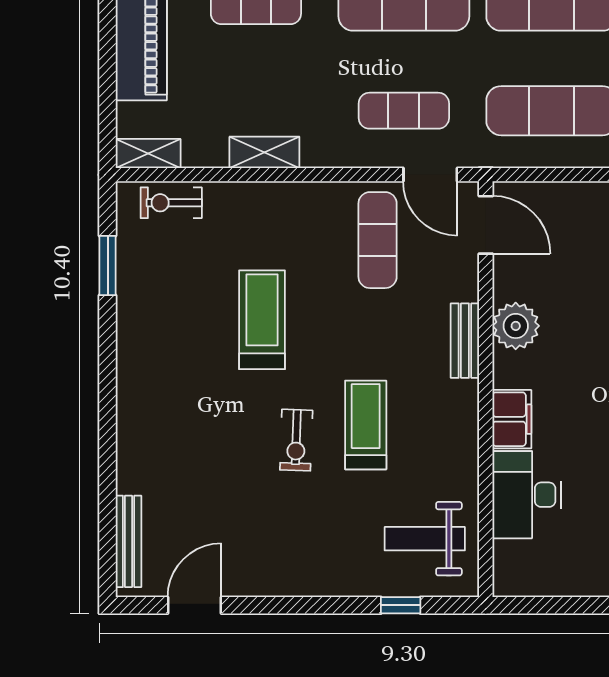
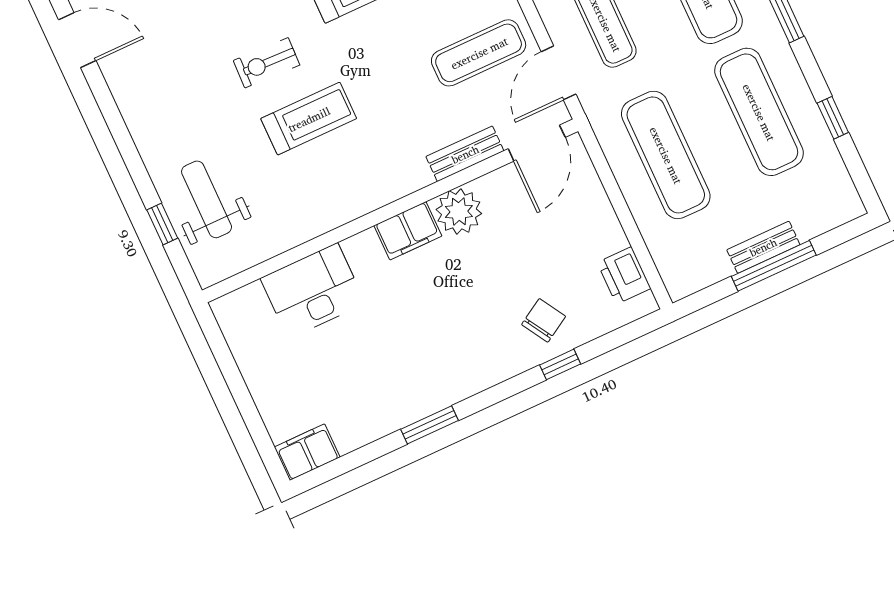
bench: (465, 341) -> (465, 154), moved
filing cabinet: (512, 419) -> (408, 231), moved
weight bench: (425, 539) -> (207, 199), moved

